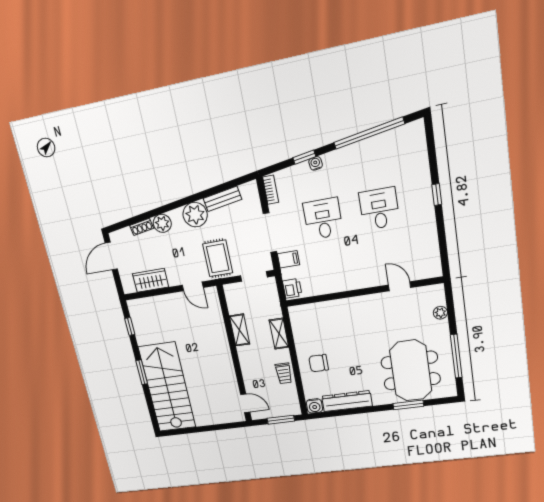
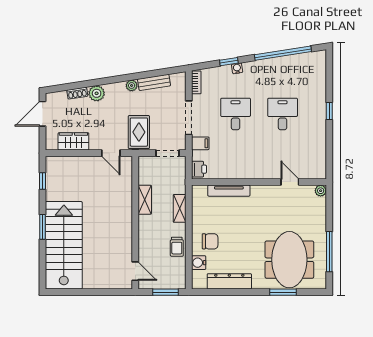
plant: (195, 215) -> (132, 86), width x0.53, depth x0.53
tv unit: (330, 307) -> (229, 191), added
plant: (440, 313) -> (321, 191), moved
chair: (319, 363) -> (210, 241), turned 180
water cooler: (314, 406) -> (199, 263), moved, turned 90

